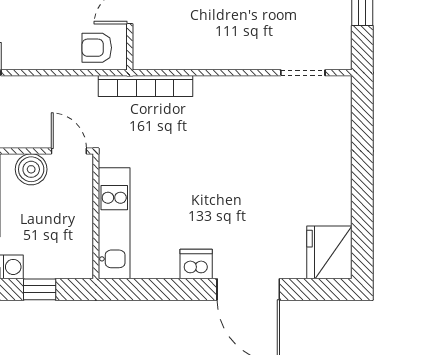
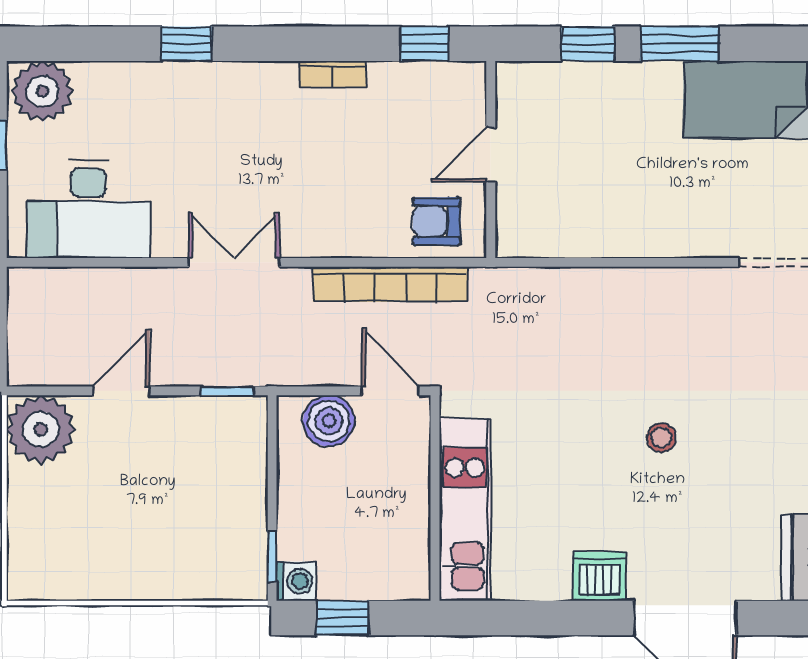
bookcase: (146, 86) -> (390, 284), moved
stool: (234, 179) -> (661, 438), added

